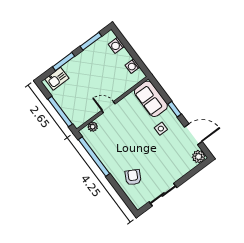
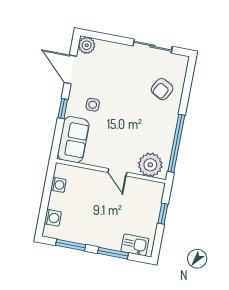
window: (60, 112) -> (163, 214), width x0.46
plant: (93, 127) -> (150, 165), width x1.88, depth x1.88

